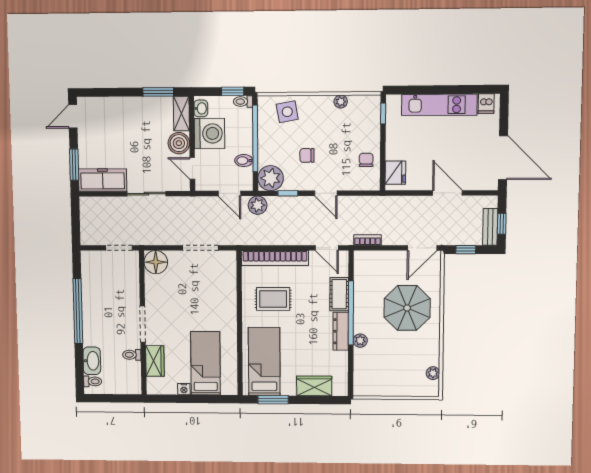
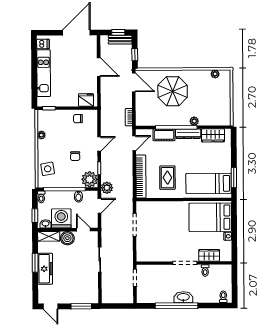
window: (233, 91) -> (35, 216), moved
window: (158, 92) -> (35, 263), moved
door: (192, 168) -> (83, 230), swing flipped
freezer: (103, 180) -> (45, 269), moved, turned 180
door: (447, 193) -> (99, 67), swing flipped
floor lamp: (156, 262) -> (144, 254), removed
washbasin: (92, 361) -> (183, 297), moved
bed: (205, 363) -> (210, 217), width x1.50
wardrobe: (314, 386) -> (213, 135), moved, turned -90

